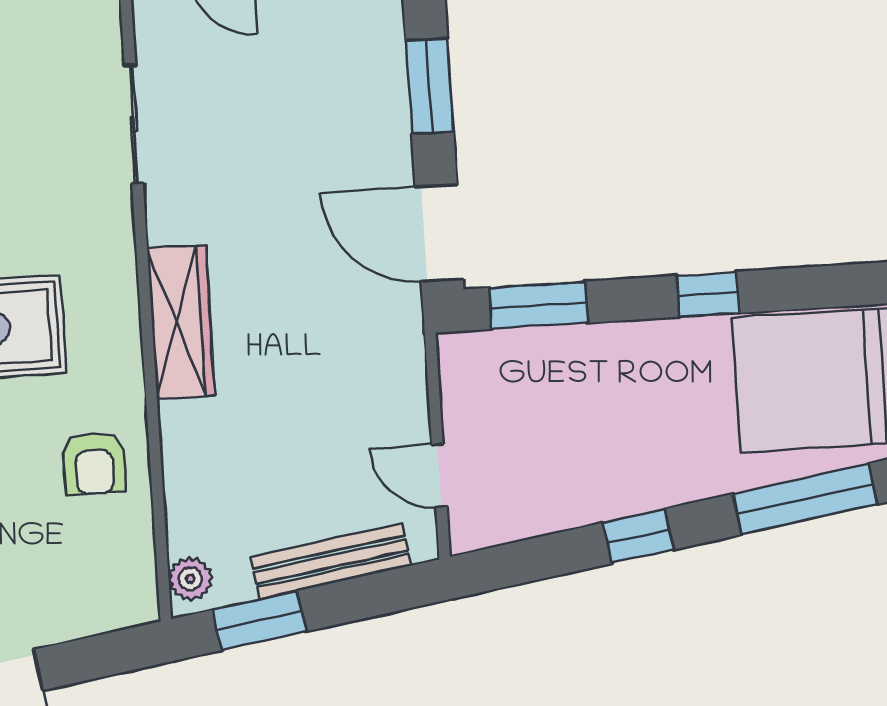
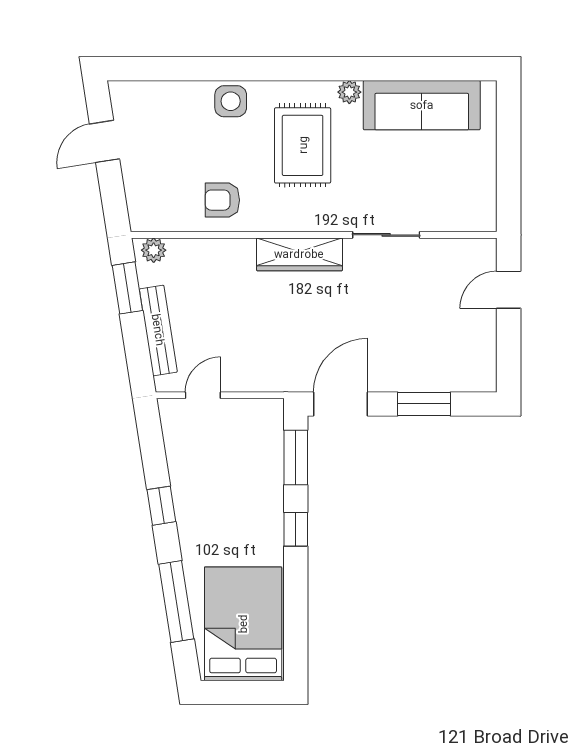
sliding door: (134, 124) -> (386, 235), moved
window: (708, 294) -> (296, 529), moved

